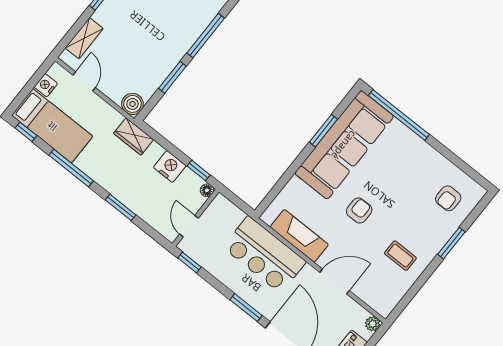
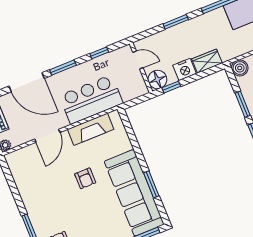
wardrobe: (134, 136) -> (207, 61), moved
floor lamp: (207, 190) -> (157, 80), width x1.89, depth x1.89
coffee table: (400, 256) -> (40, 189), removed
window: (190, 262) -> (99, 53), moved

